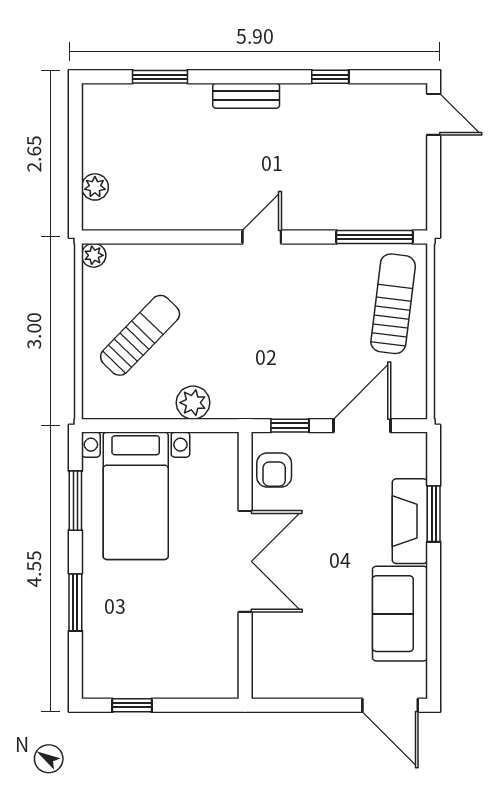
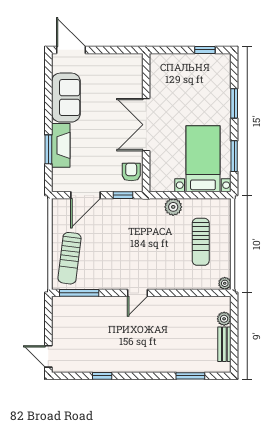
bench: (246, 96) -> (224, 344), moved, turned 90
sun lounger: (140, 335) -> (201, 242), turned -44

